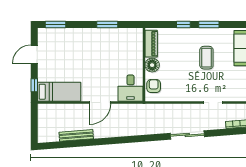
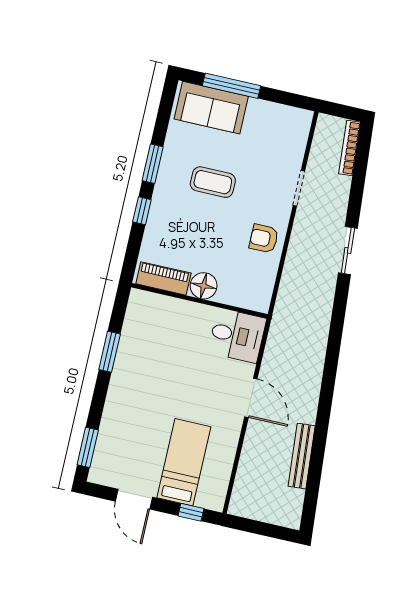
armchair: (154, 86) -> (264, 239), moved
bed: (59, 92) -> (184, 462), moved
sliding door: (187, 135) -> (348, 250), width x0.73

